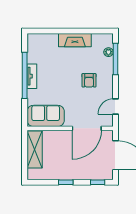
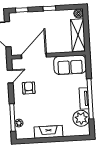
plant: (36, 53) -> (81, 118), added
armchair: (89, 80) -> (29, 88), moved
boiler: (32, 175) -> (79, 13), added

